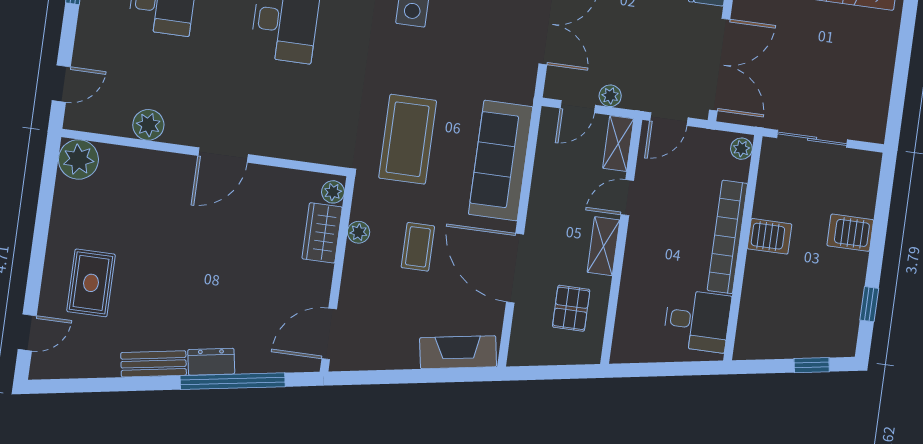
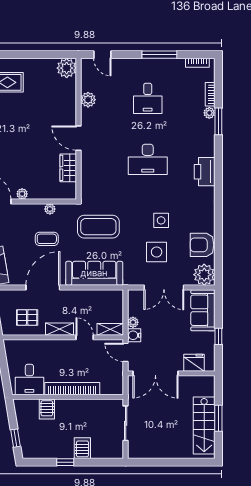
side table: (475, 29) -> (157, 252), added
water cooler: (637, 97) -> (134, 335), added
door: (578, 107) -> (126, 307), removed
plant: (741, 149) -> (116, 390), removed
plant: (333, 192) -> (22, 194), moved
wardrobe: (322, 233) -> (68, 168), moved, turned -90
server rack: (770, 236) -> (47, 409), moved
window: (869, 304) -> (65, 462), moved

